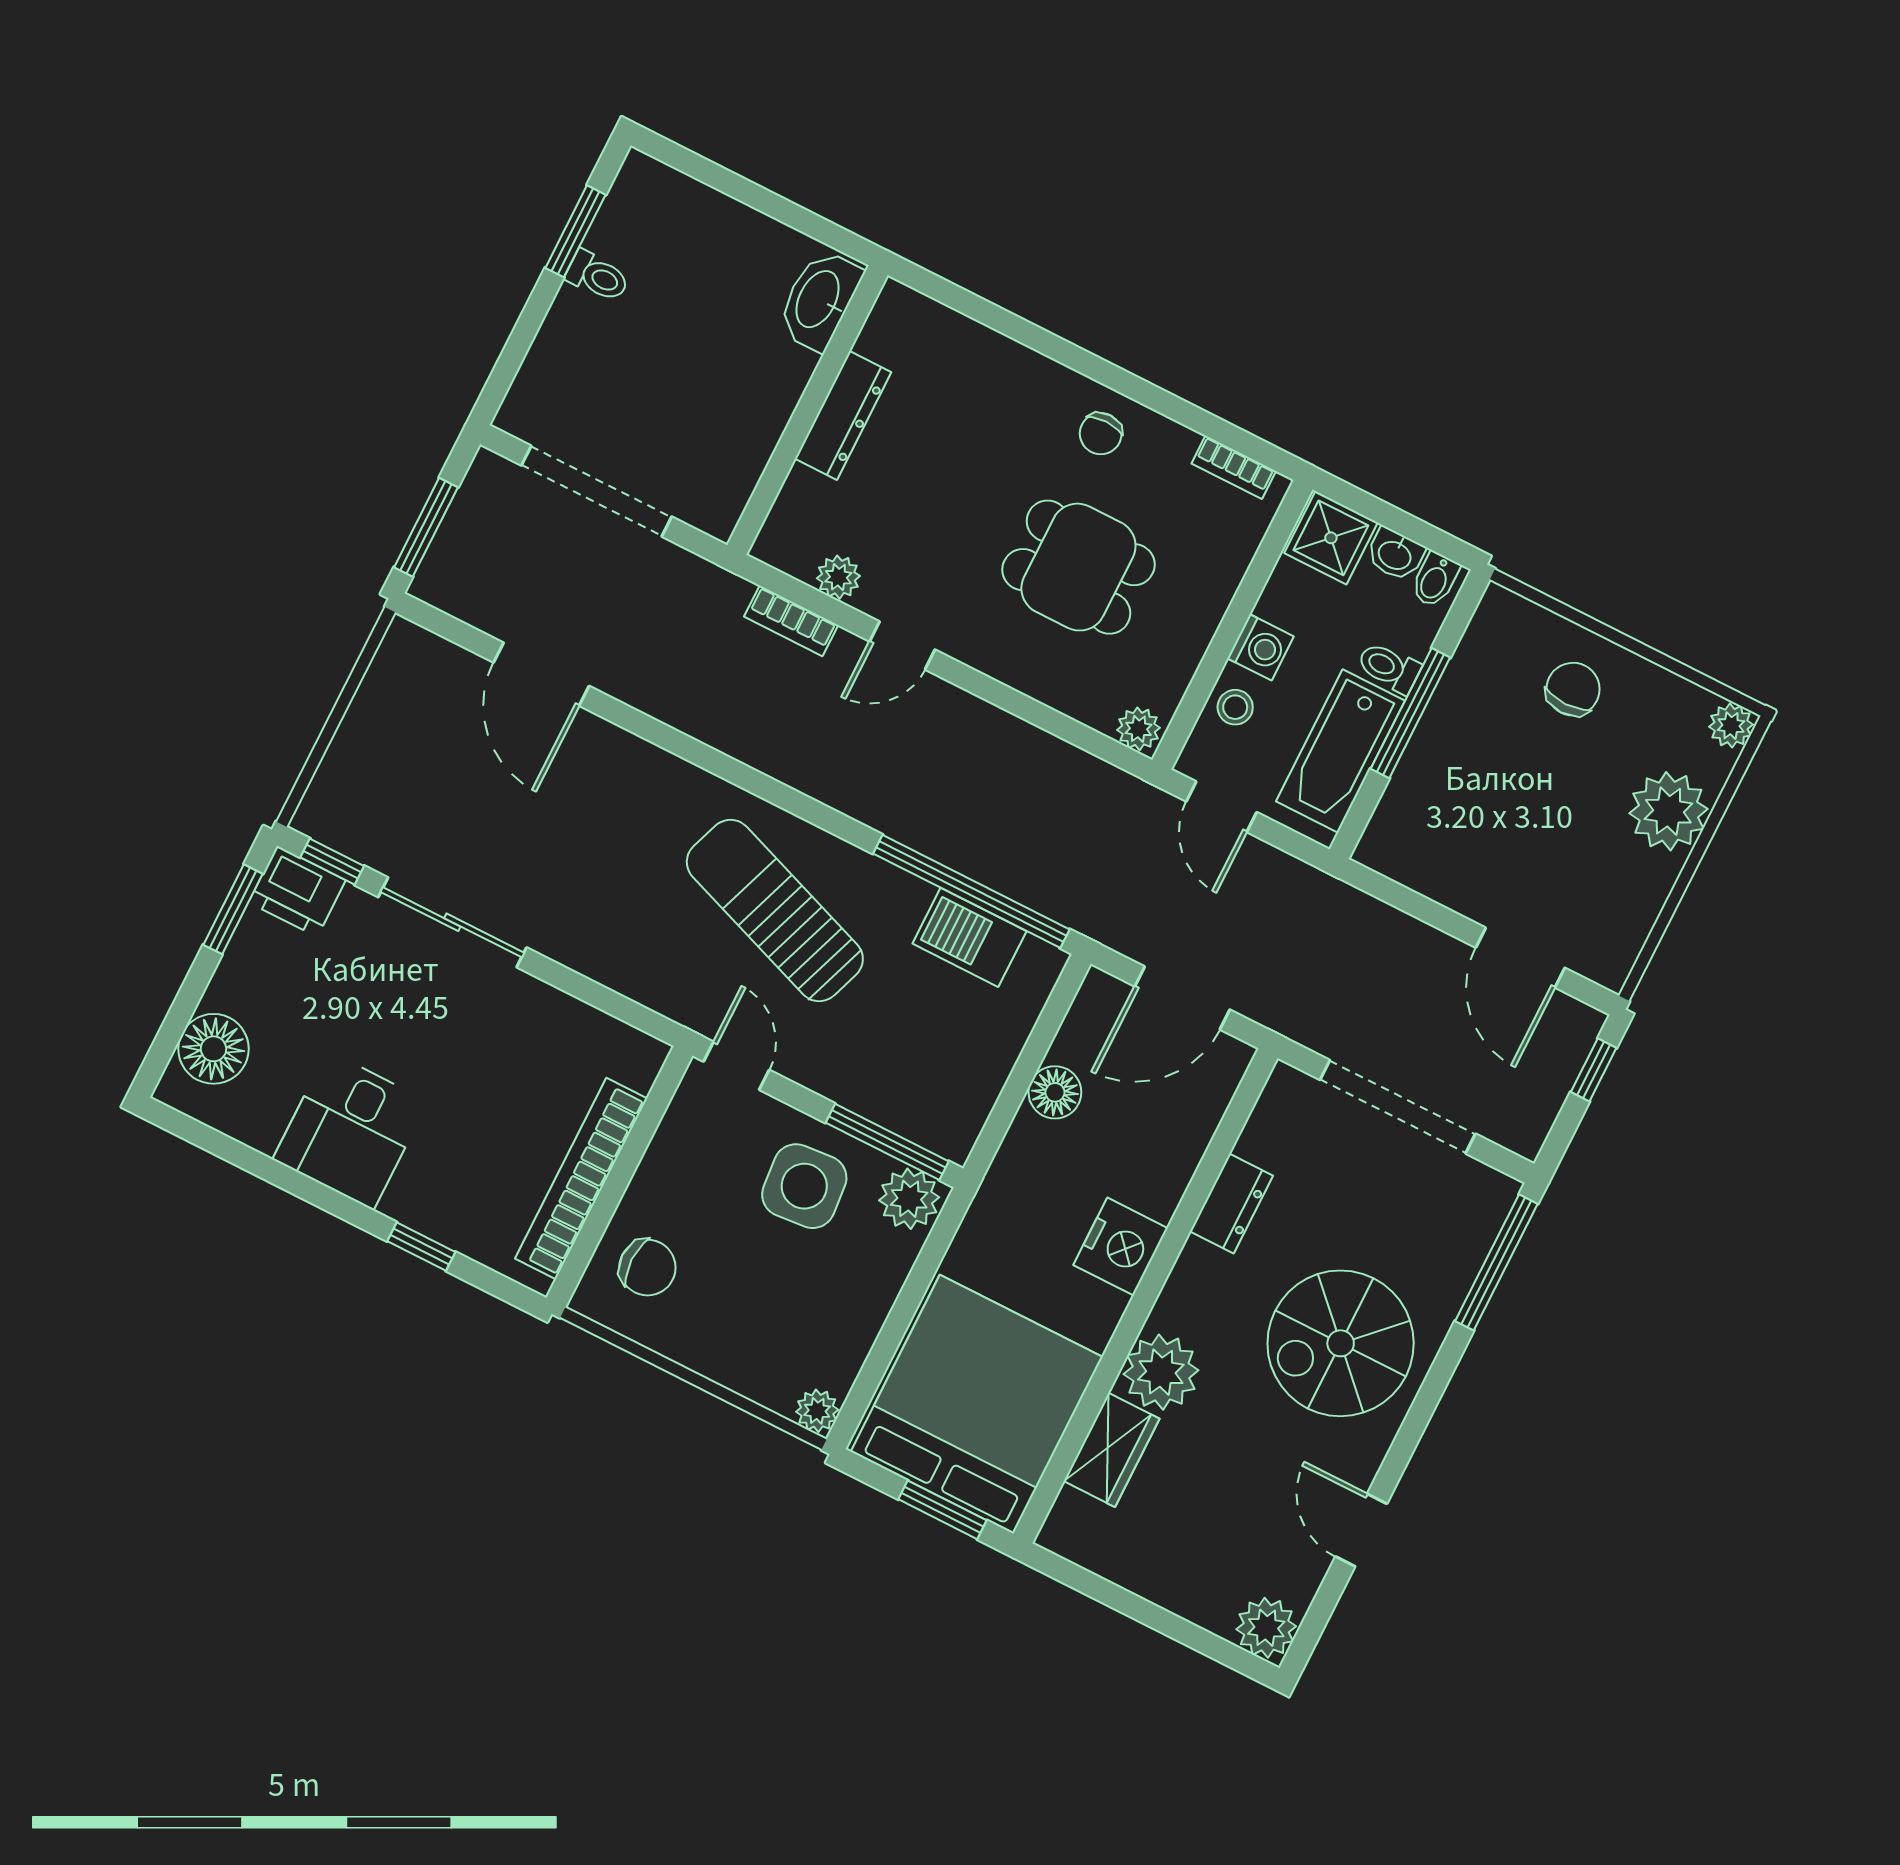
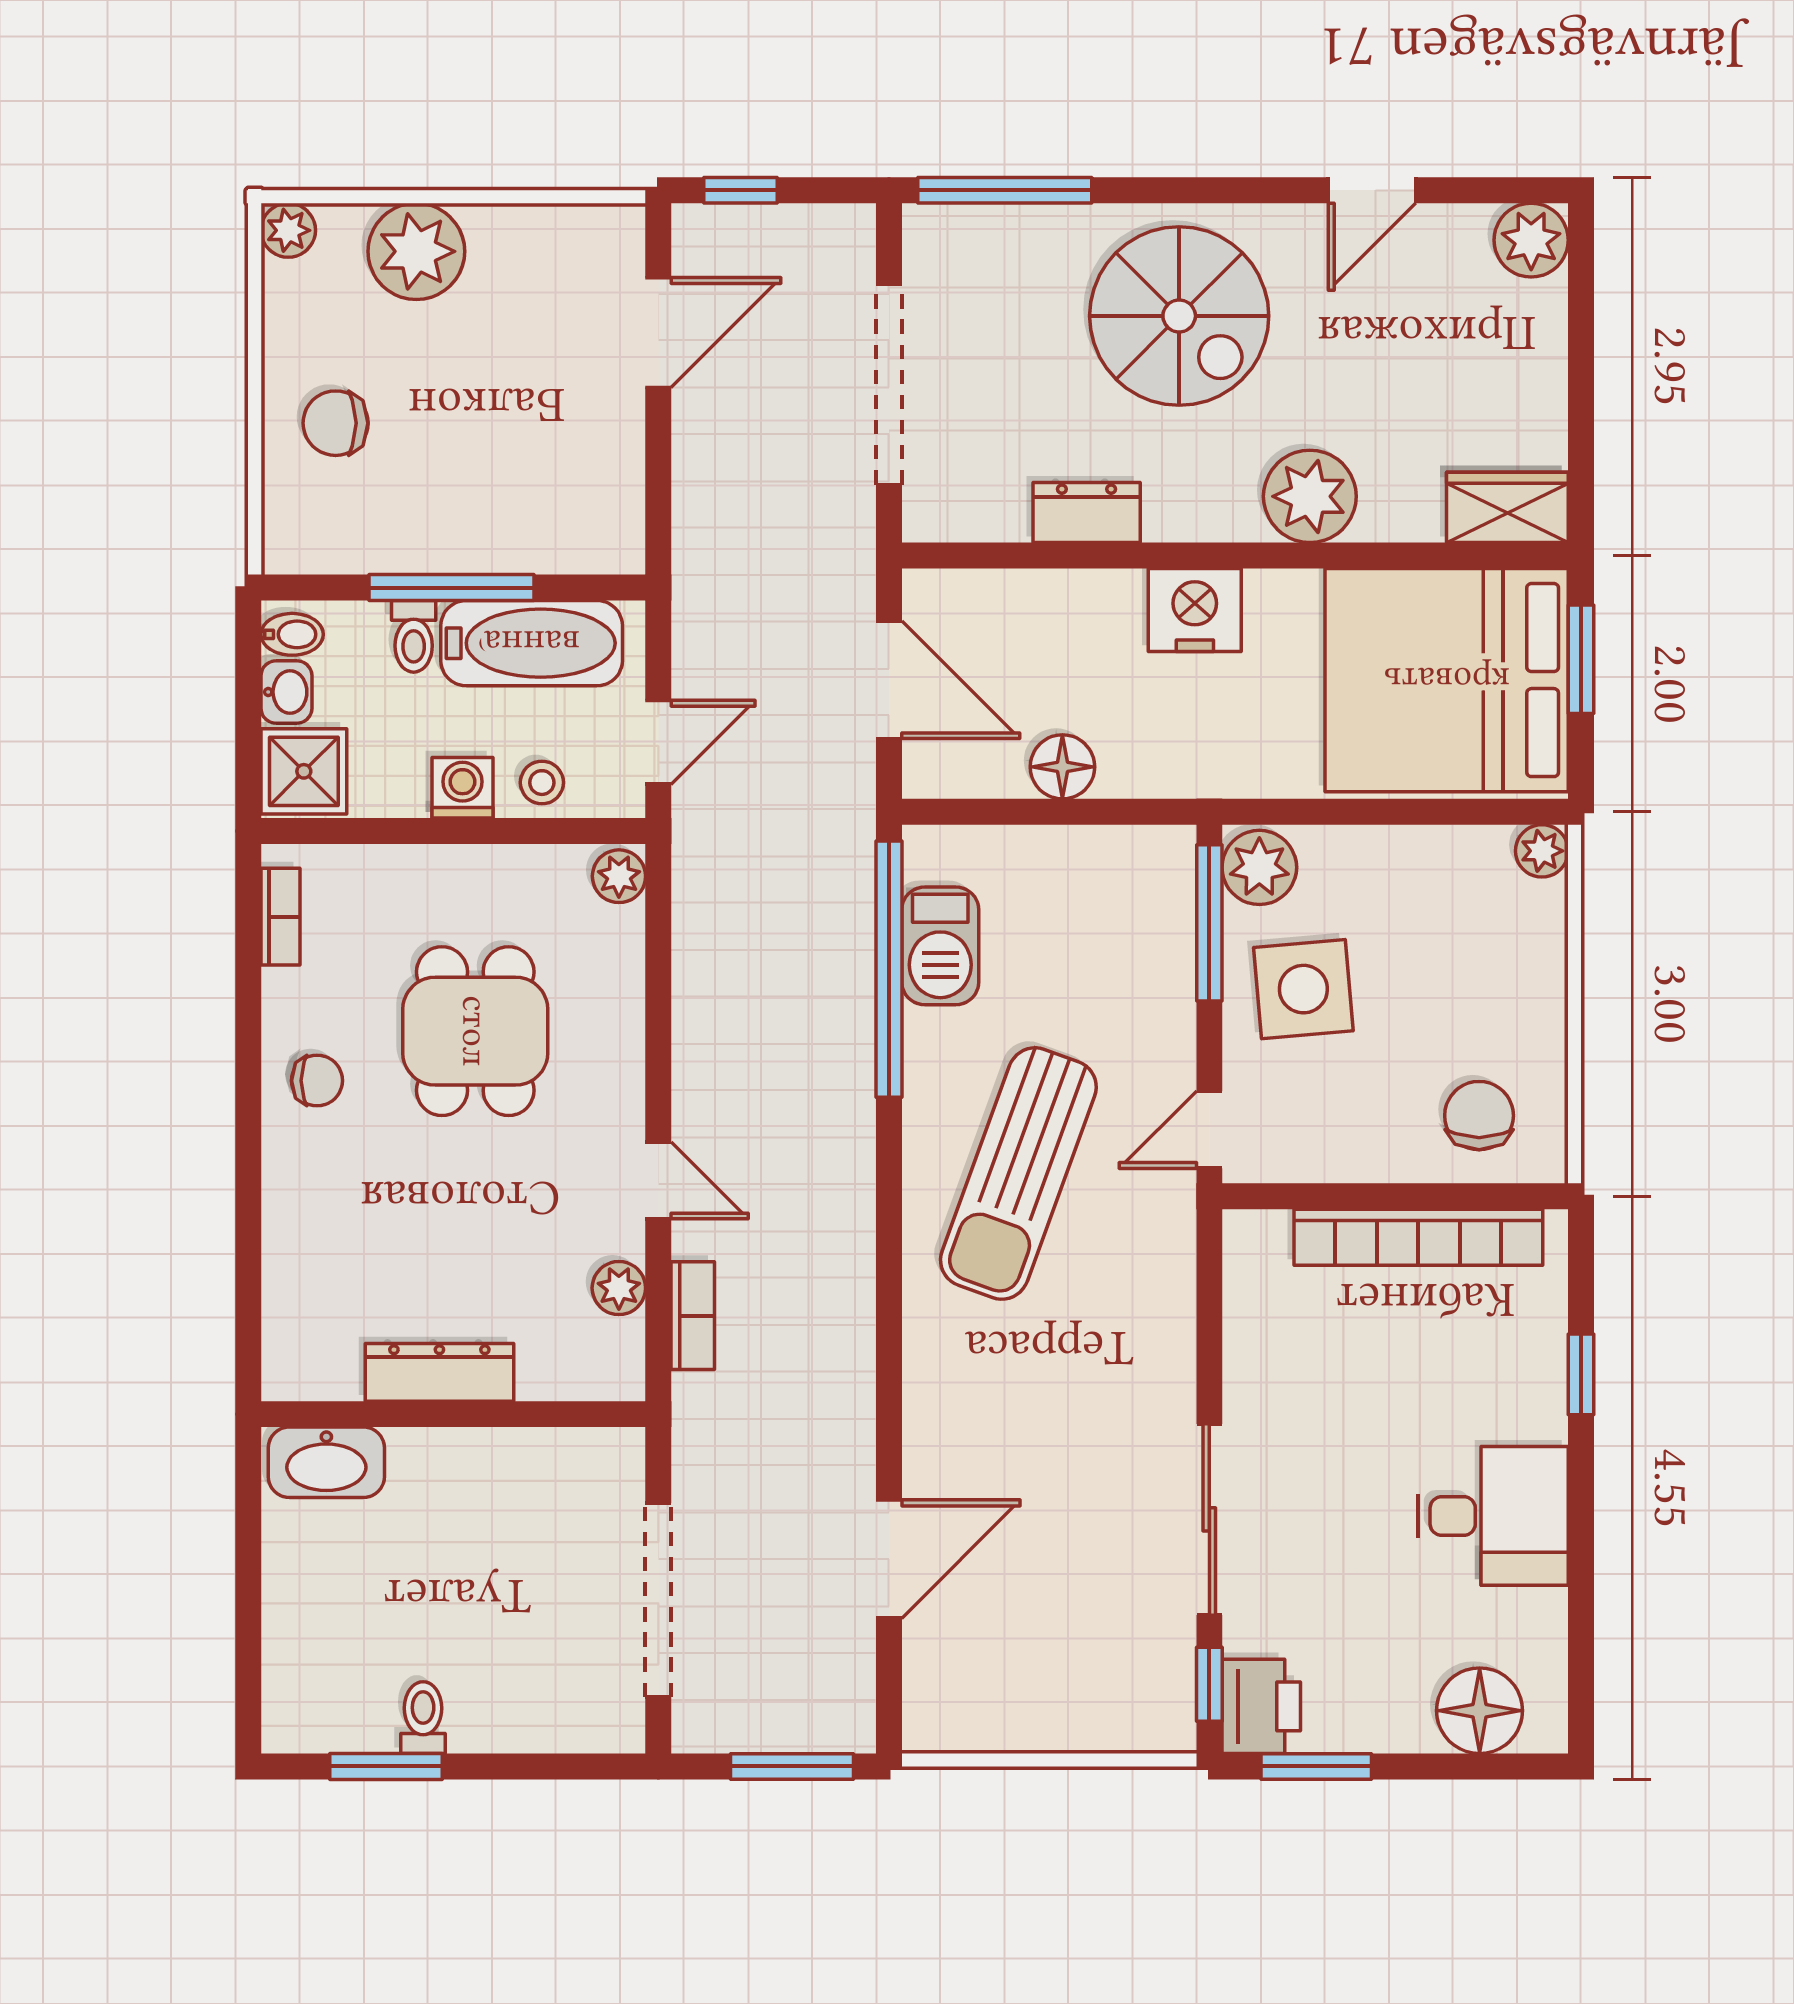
wardrobe: (1112, 1450) -> (1507, 507), moved

